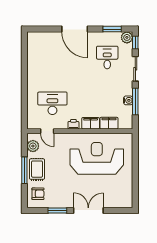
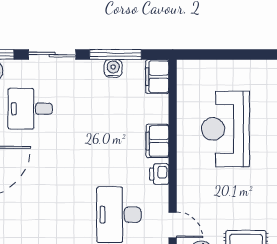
filing cabinet: (109, 123) -> (157, 77), moved
door: (47, 131) -> (173, 225), hinge flipped
reception desk: (97, 158) -> (225, 129), width x0.74, depth x0.77

